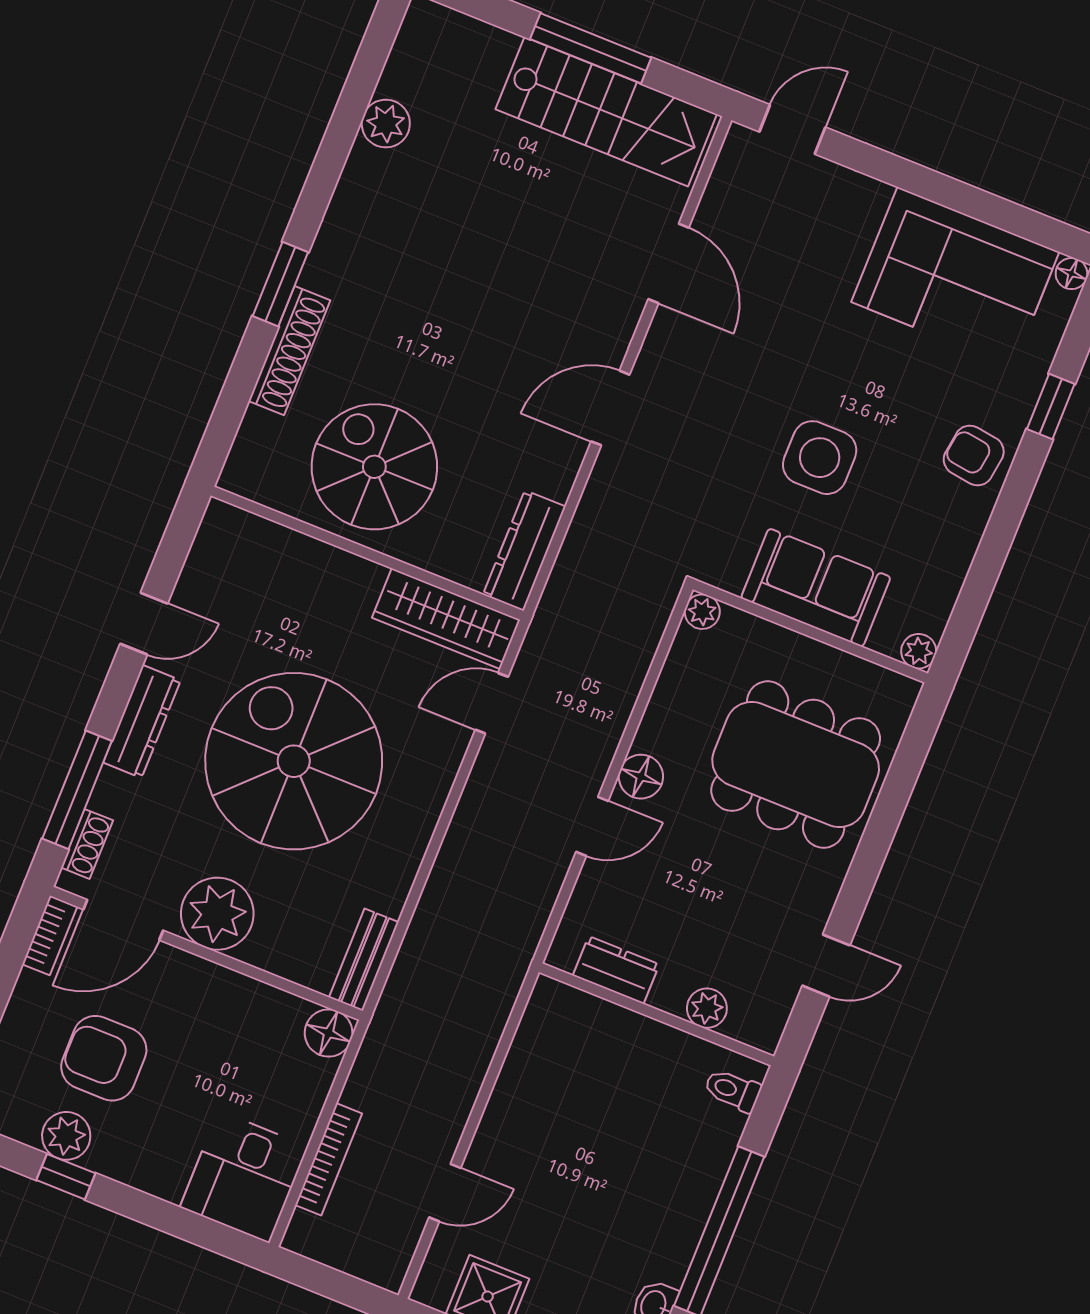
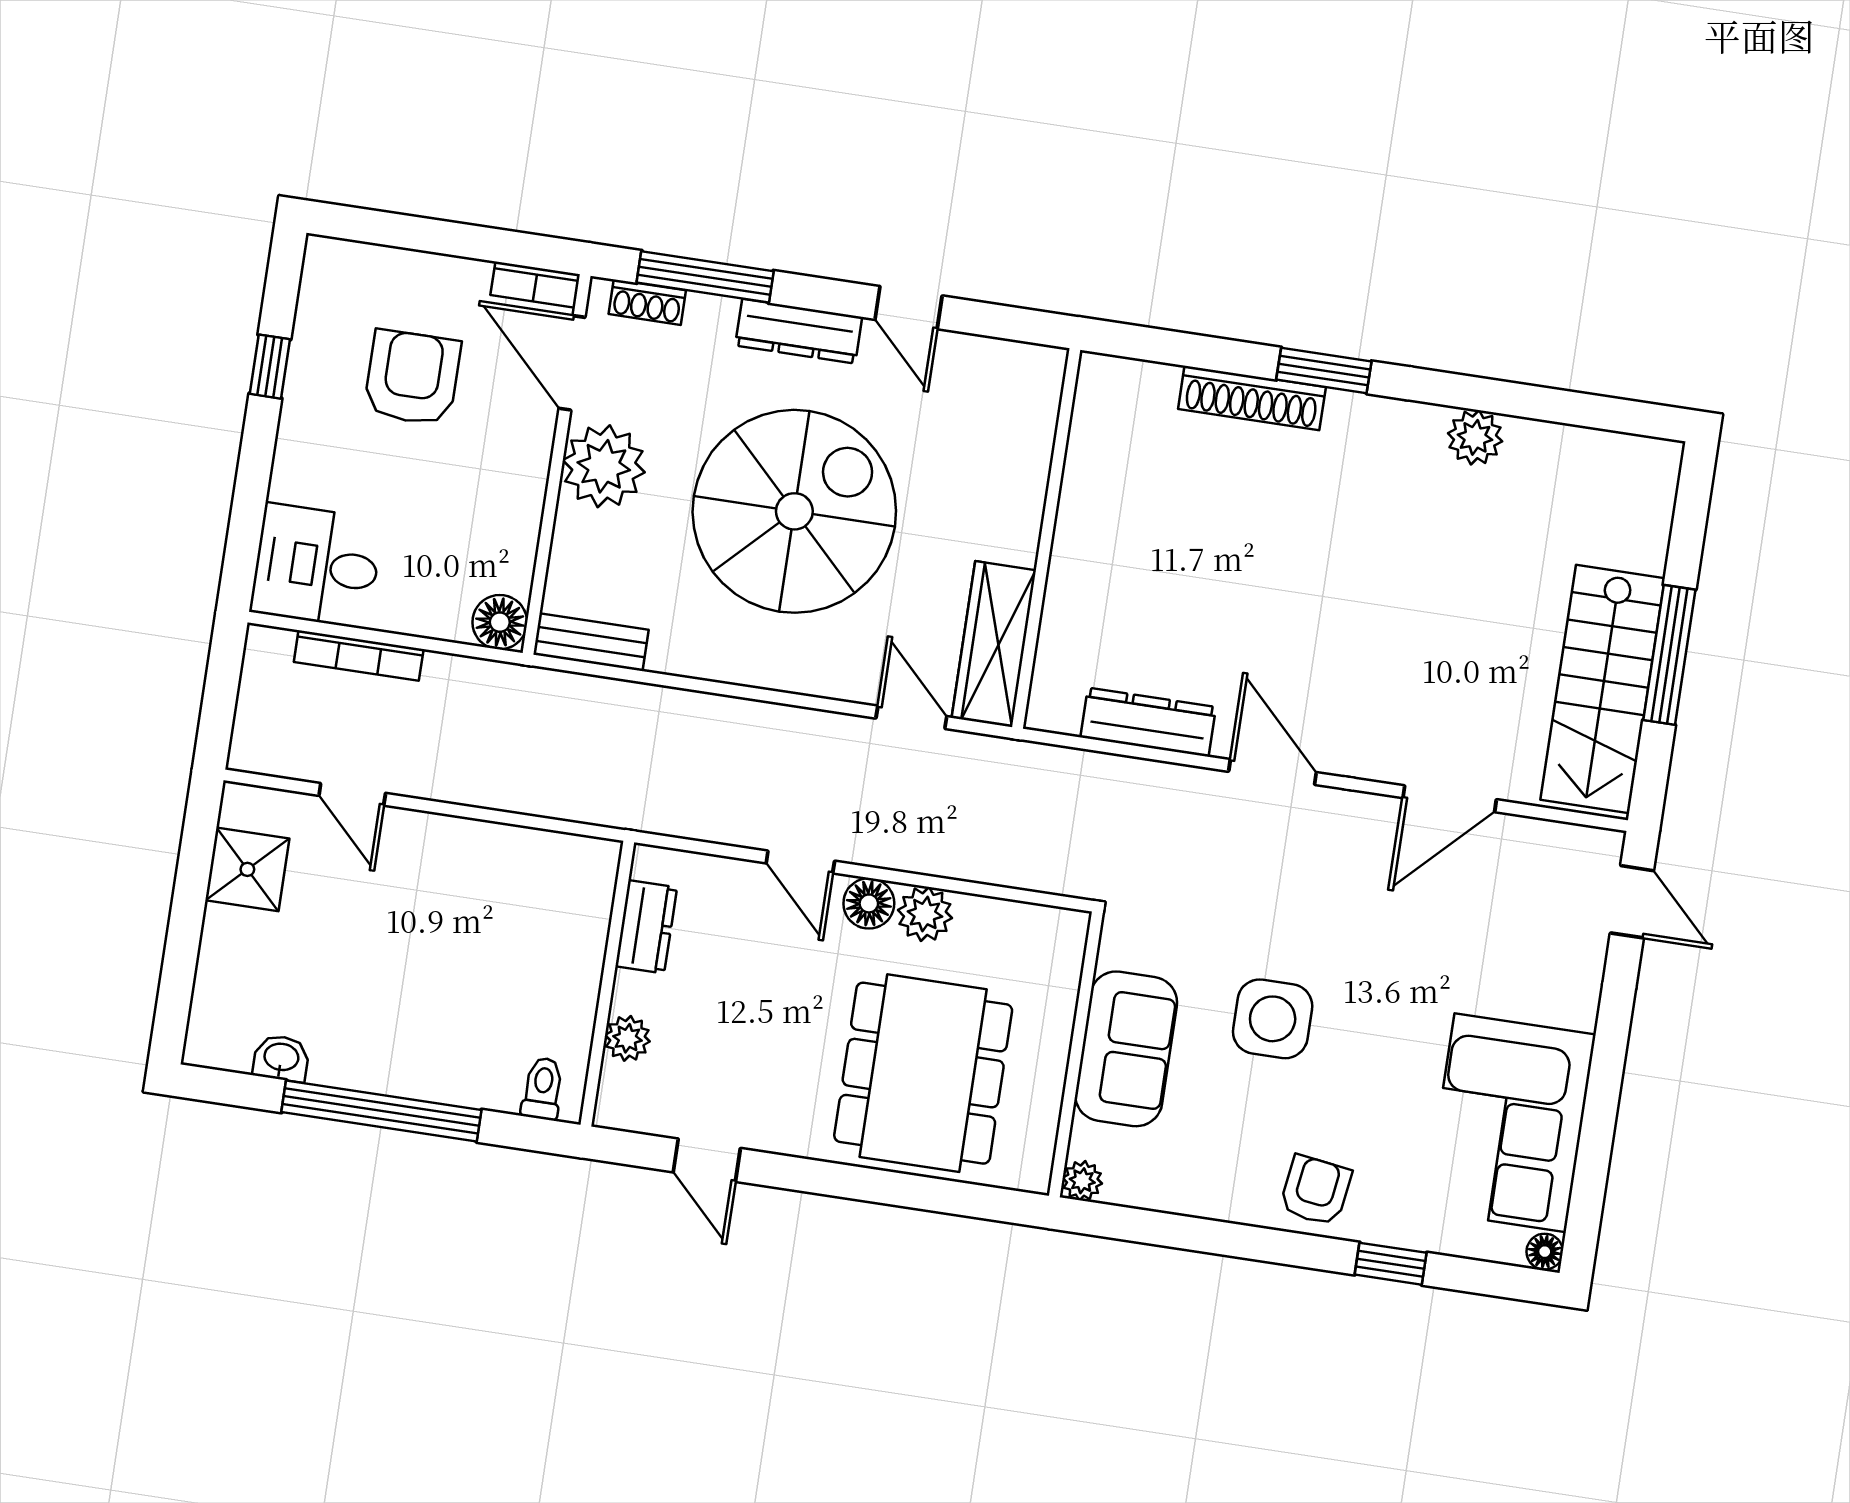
plant: (386, 124) -> (1475, 437), moved
spiral stairs: (374, 467) -> (1145, 524), removed
dresser: (524, 551) -> (1148, 722), moved
plant: (702, 612) -> (925, 914), moved, width x1.38, depth x1.38
plant: (66, 1136) -> (316, 356), removed

